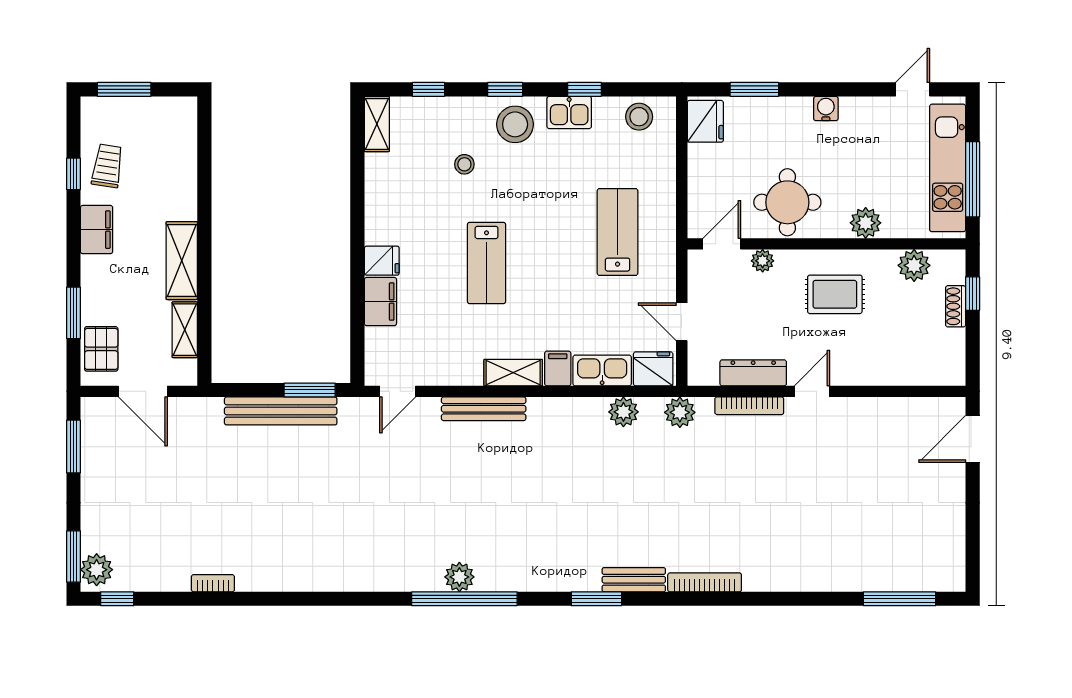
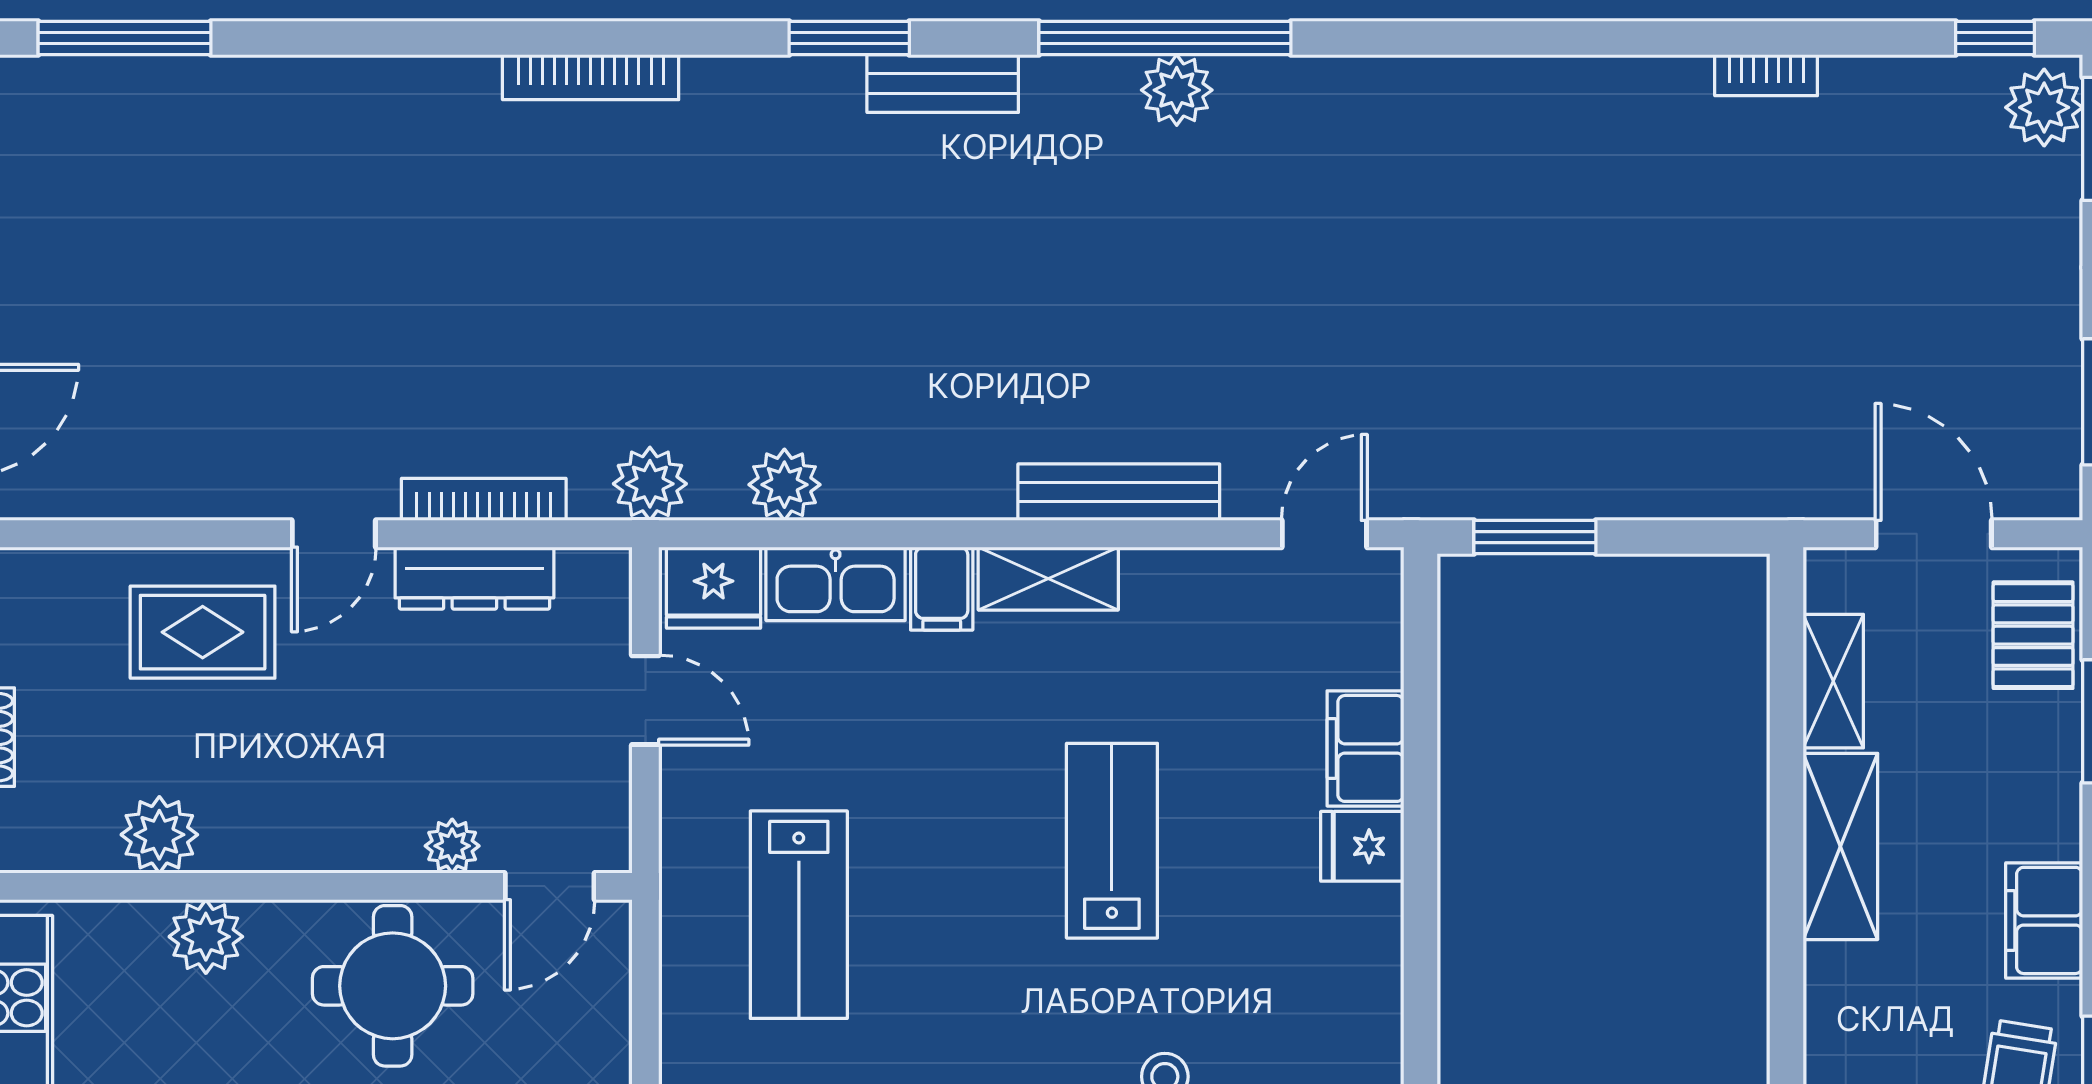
plant: (914, 265) -> (159, 835), moved
rug: (835, 294) -> (203, 632), moved
bench: (281, 411) -> (1604, 487), removed
bench: (634, 580) -> (943, 84), moved

